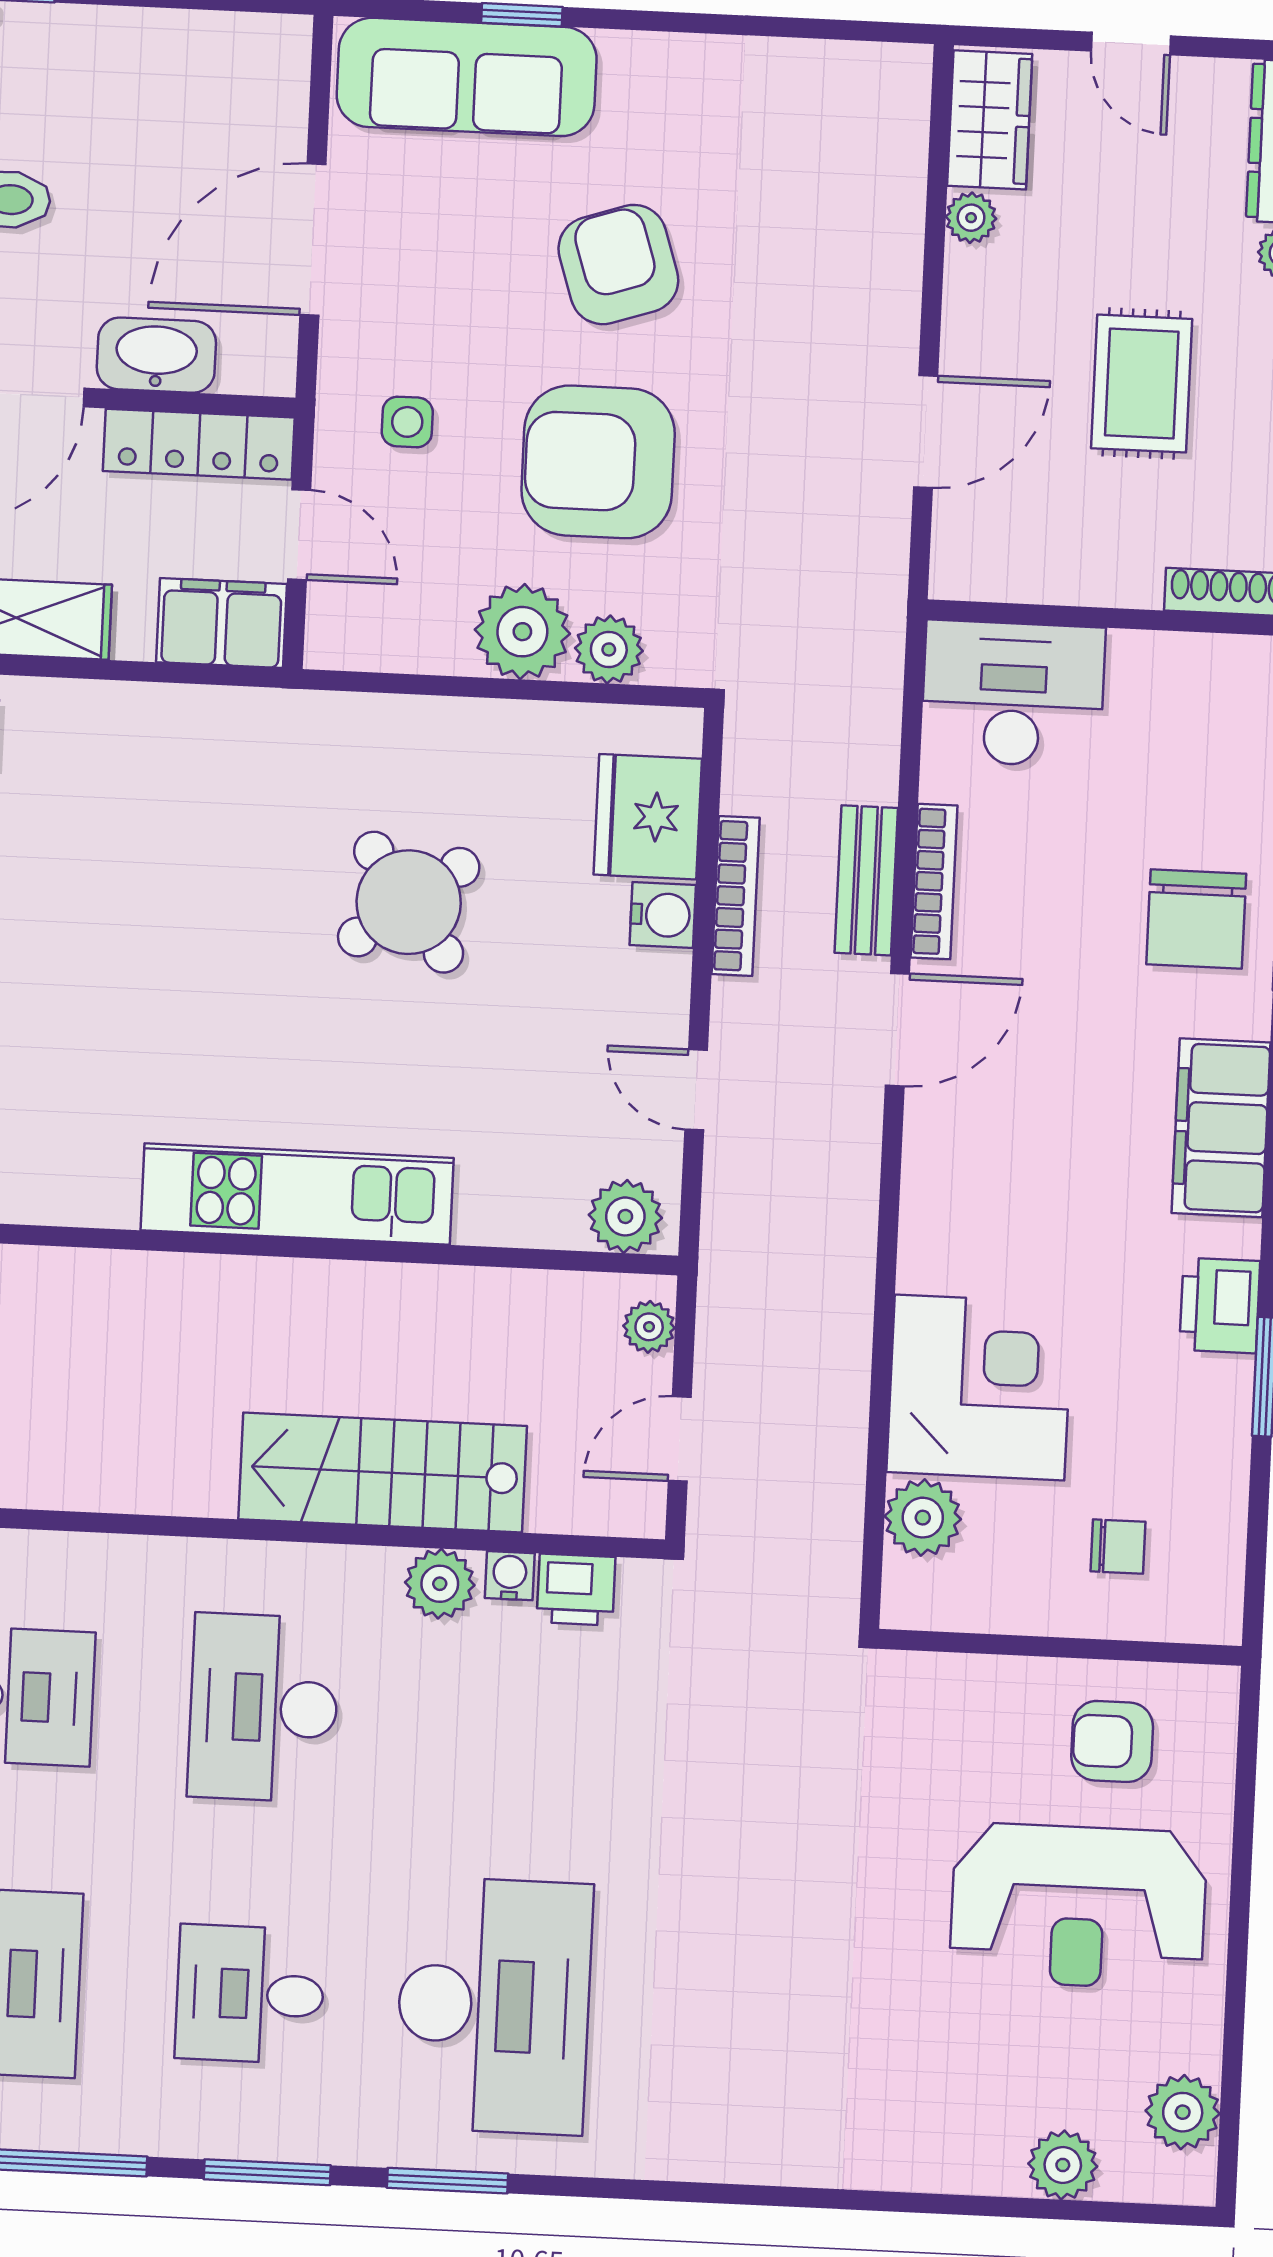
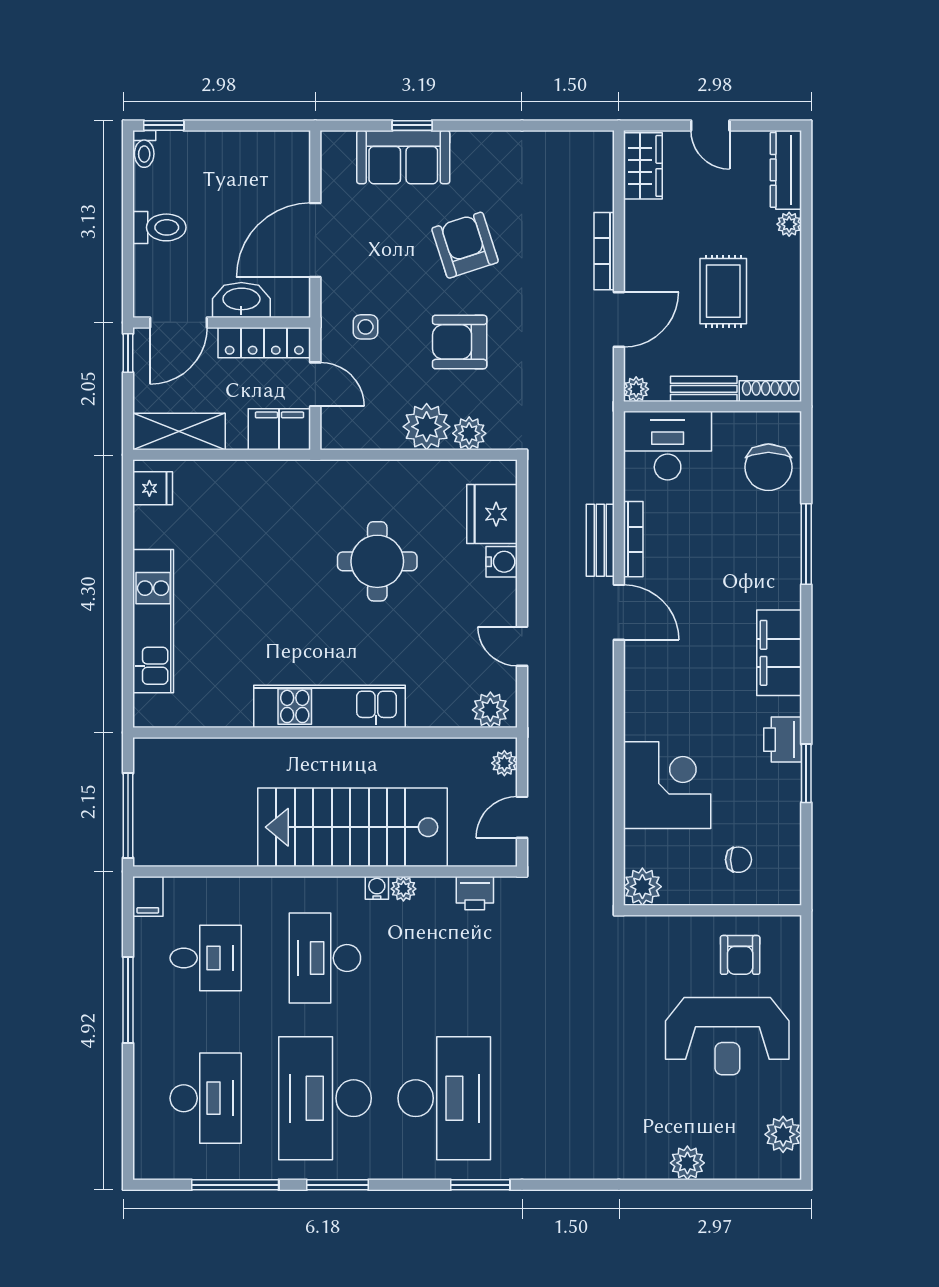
sofa: (467, 77) -> (403, 157), width x0.73
plant: (971, 218) -> (636, 389), moved
armchair: (598, 462) -> (460, 342), width x0.73, depth x0.73
bench: (1092, 581) -> (704, 389), added
bookcase: (736, 896) -> (604, 251), moved, turned 180
round table: (409, 902) -> (377, 561), turned 37
chair: (1196, 919) -> (768, 467), moved
door: (897, 1030) -> (619, 612), hinge flipped
stairs: (383, 1473) -> (352, 827), width x1.36, depth x1.51
plant: (923, 1518) -> (642, 887), moved
water cooler: (510, 1576) -> (377, 888), moved
plant: (440, 1584) -> (403, 889), width x0.73, depth x0.73
armchair: (1112, 1741) -> (740, 955), turned -90
desk: (250, 1994) -> (325, 1098), width x1.87, depth x1.30
plant: (1063, 2165) -> (687, 1163), moved
window: (447, 2181) -> (480, 1185), moved

